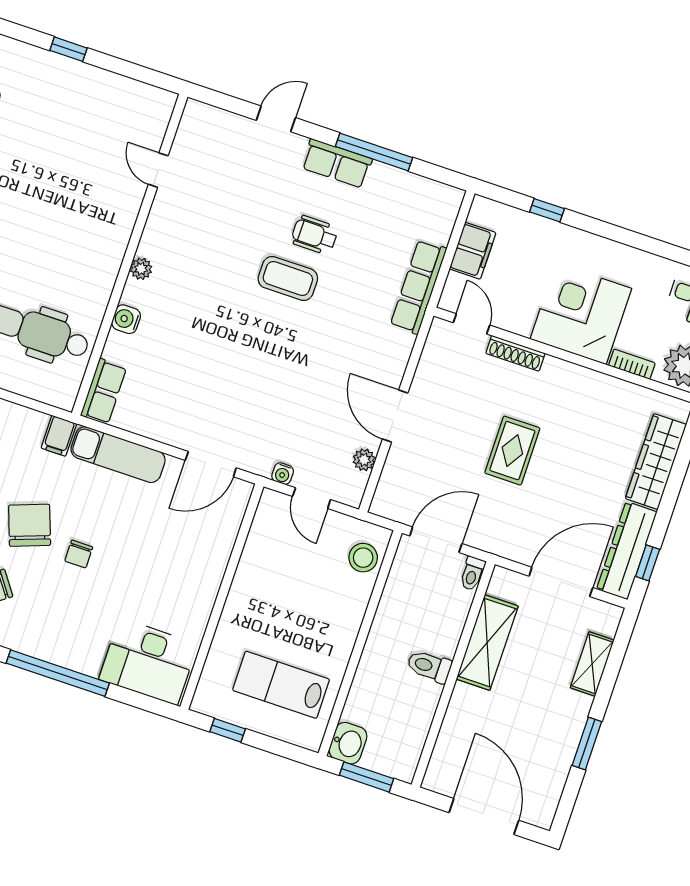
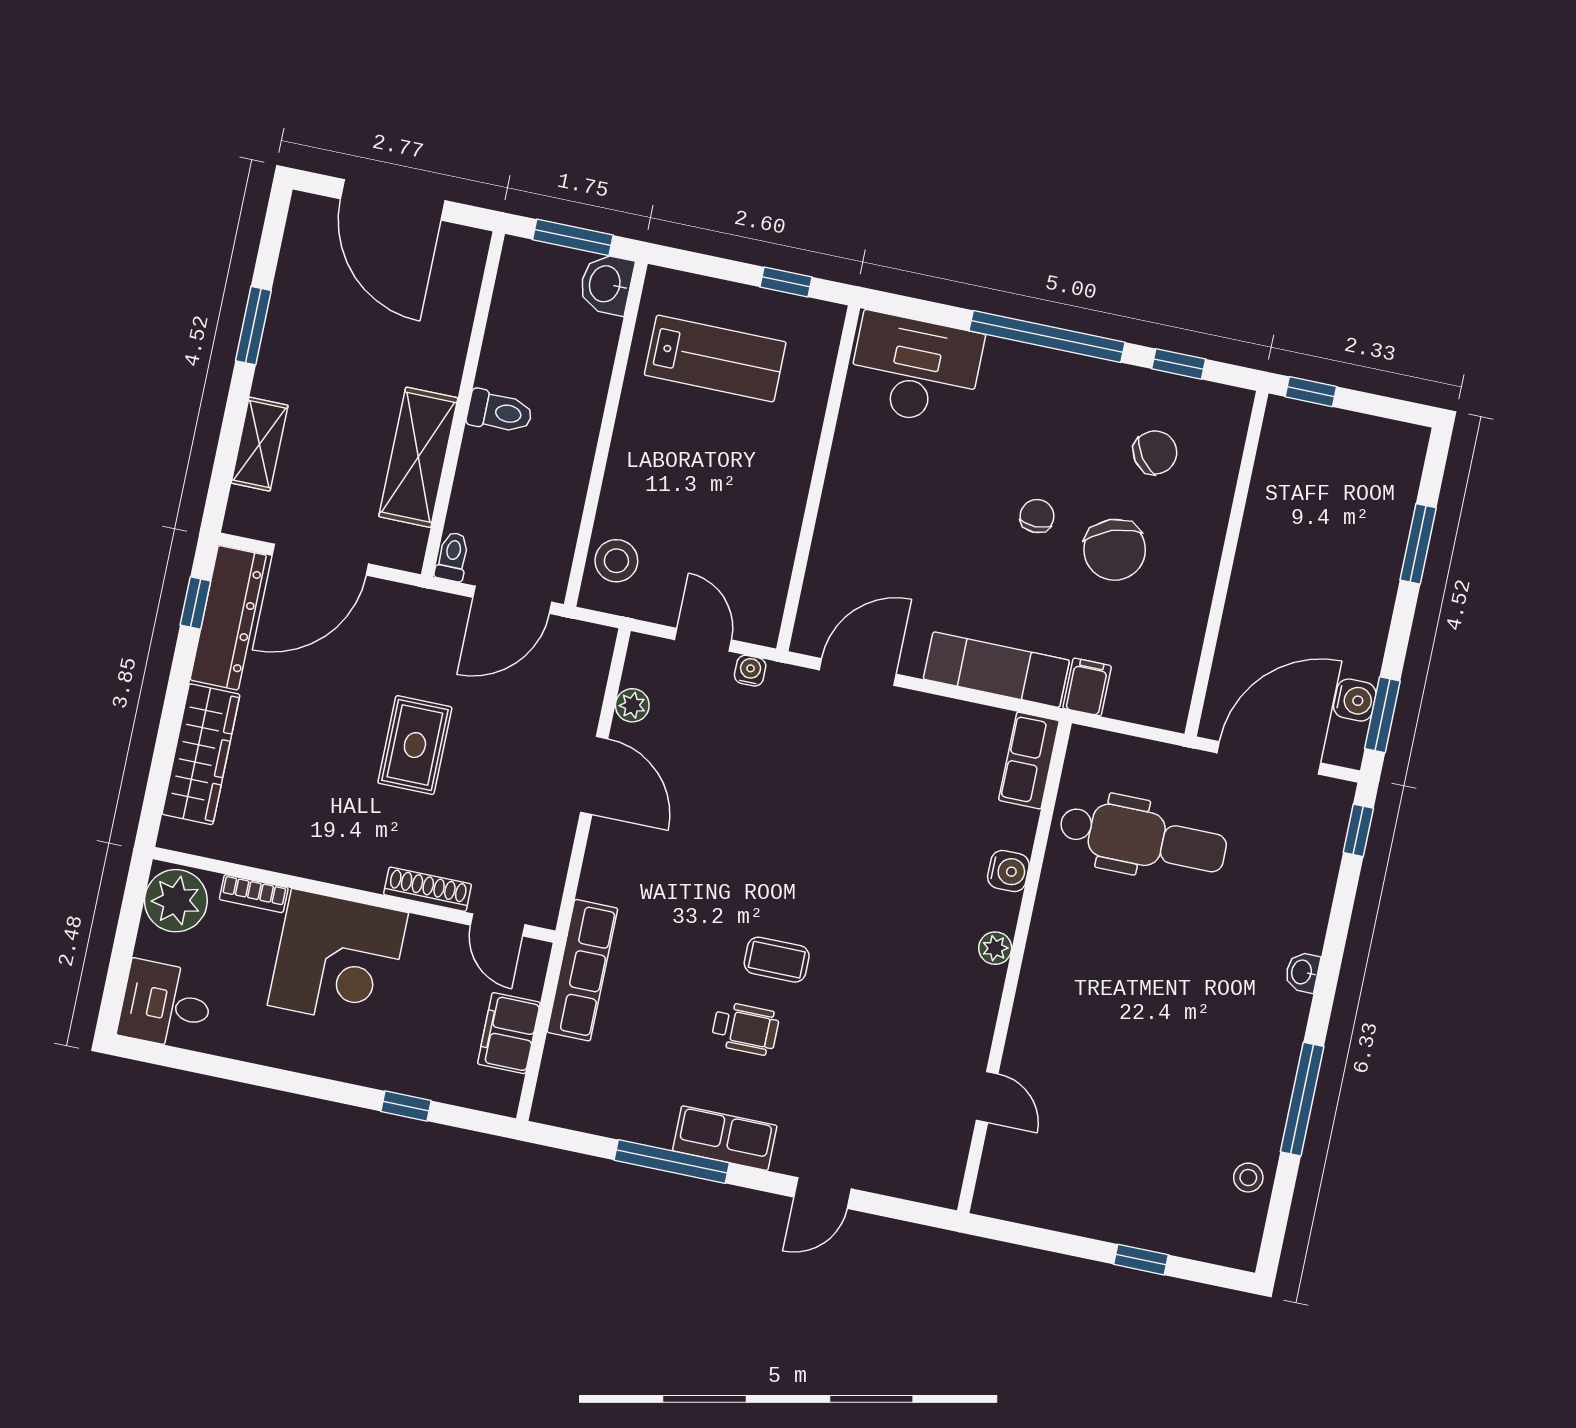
coffee table: (288, 278) -> (777, 960), width x0.73, depth x0.77

